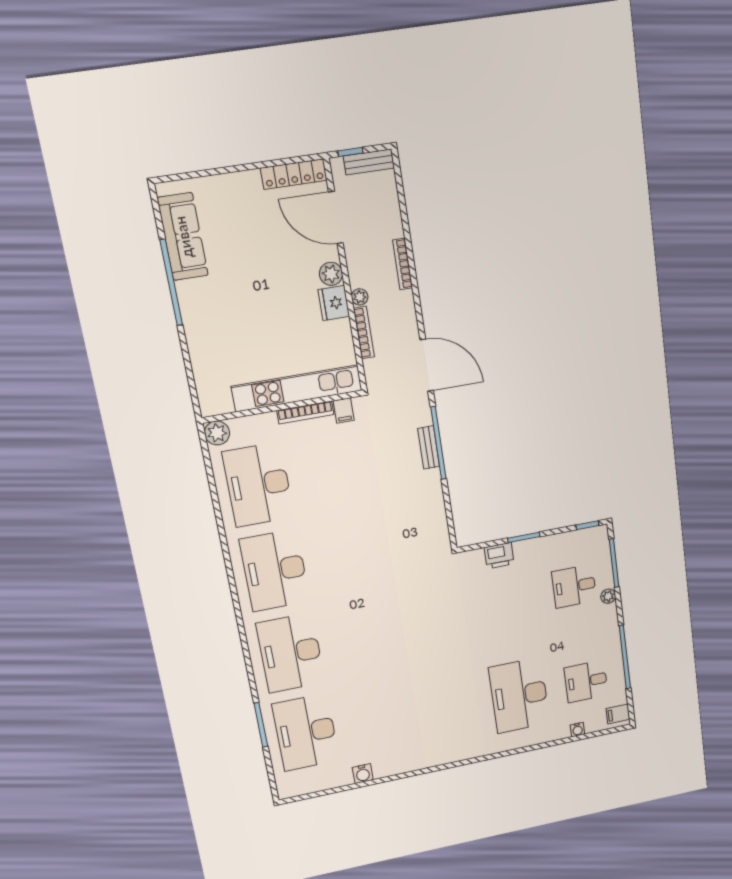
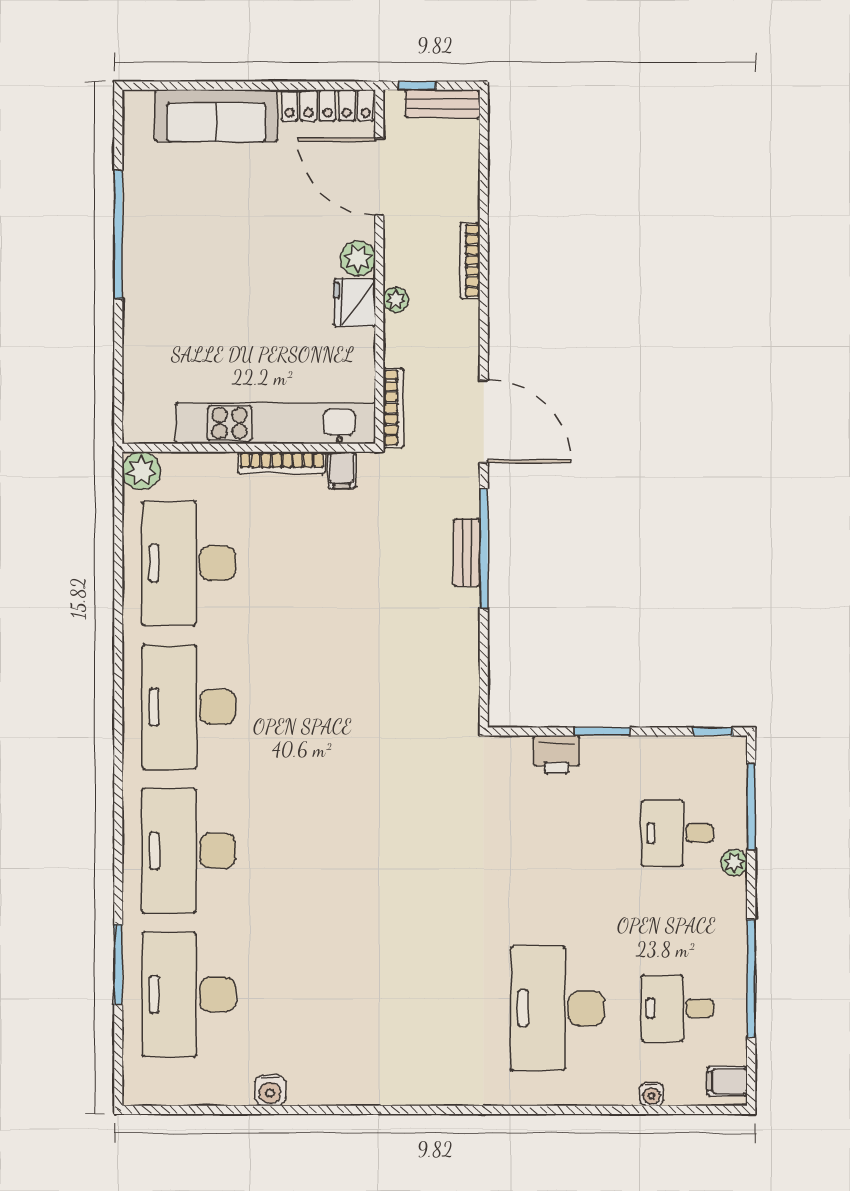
sofa: (183, 237) -> (216, 116), moved, turned 90
bookcase: (364, 333) -> (393, 408), moved

